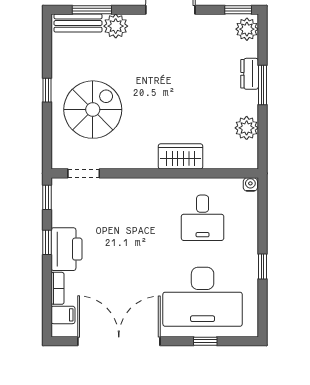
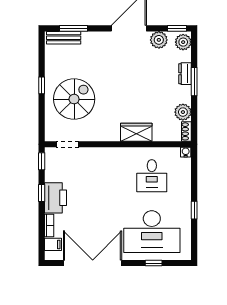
plant: (116, 26) -> (159, 40), moved
shoe rack: (251, 155) -> (186, 131), added

